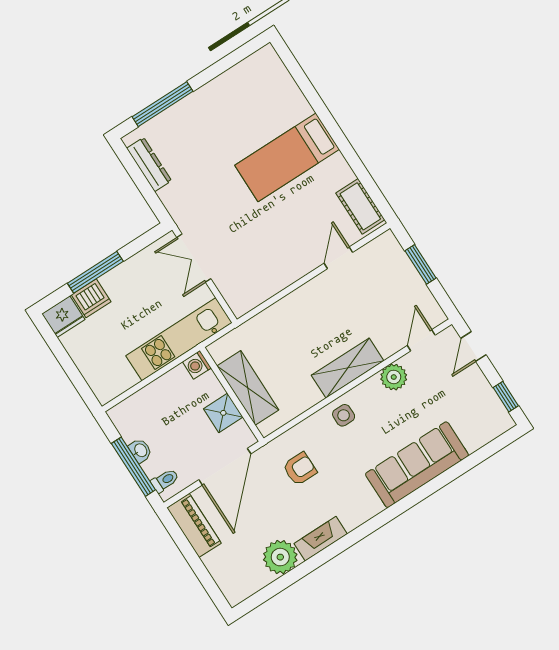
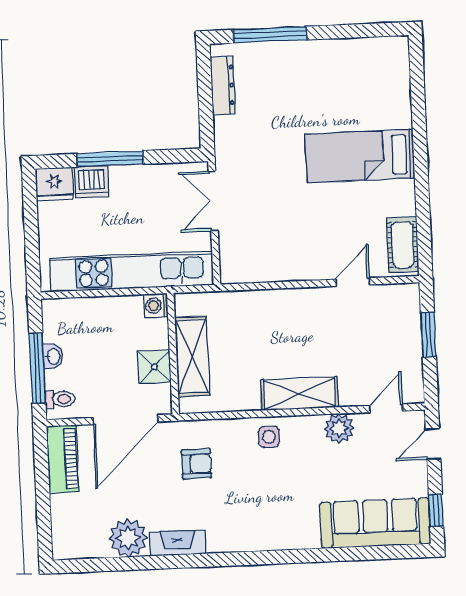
kitchen unit: (179, 339) -> (131, 272), width x1.36
sofa: (417, 465) -> (375, 523), moved

